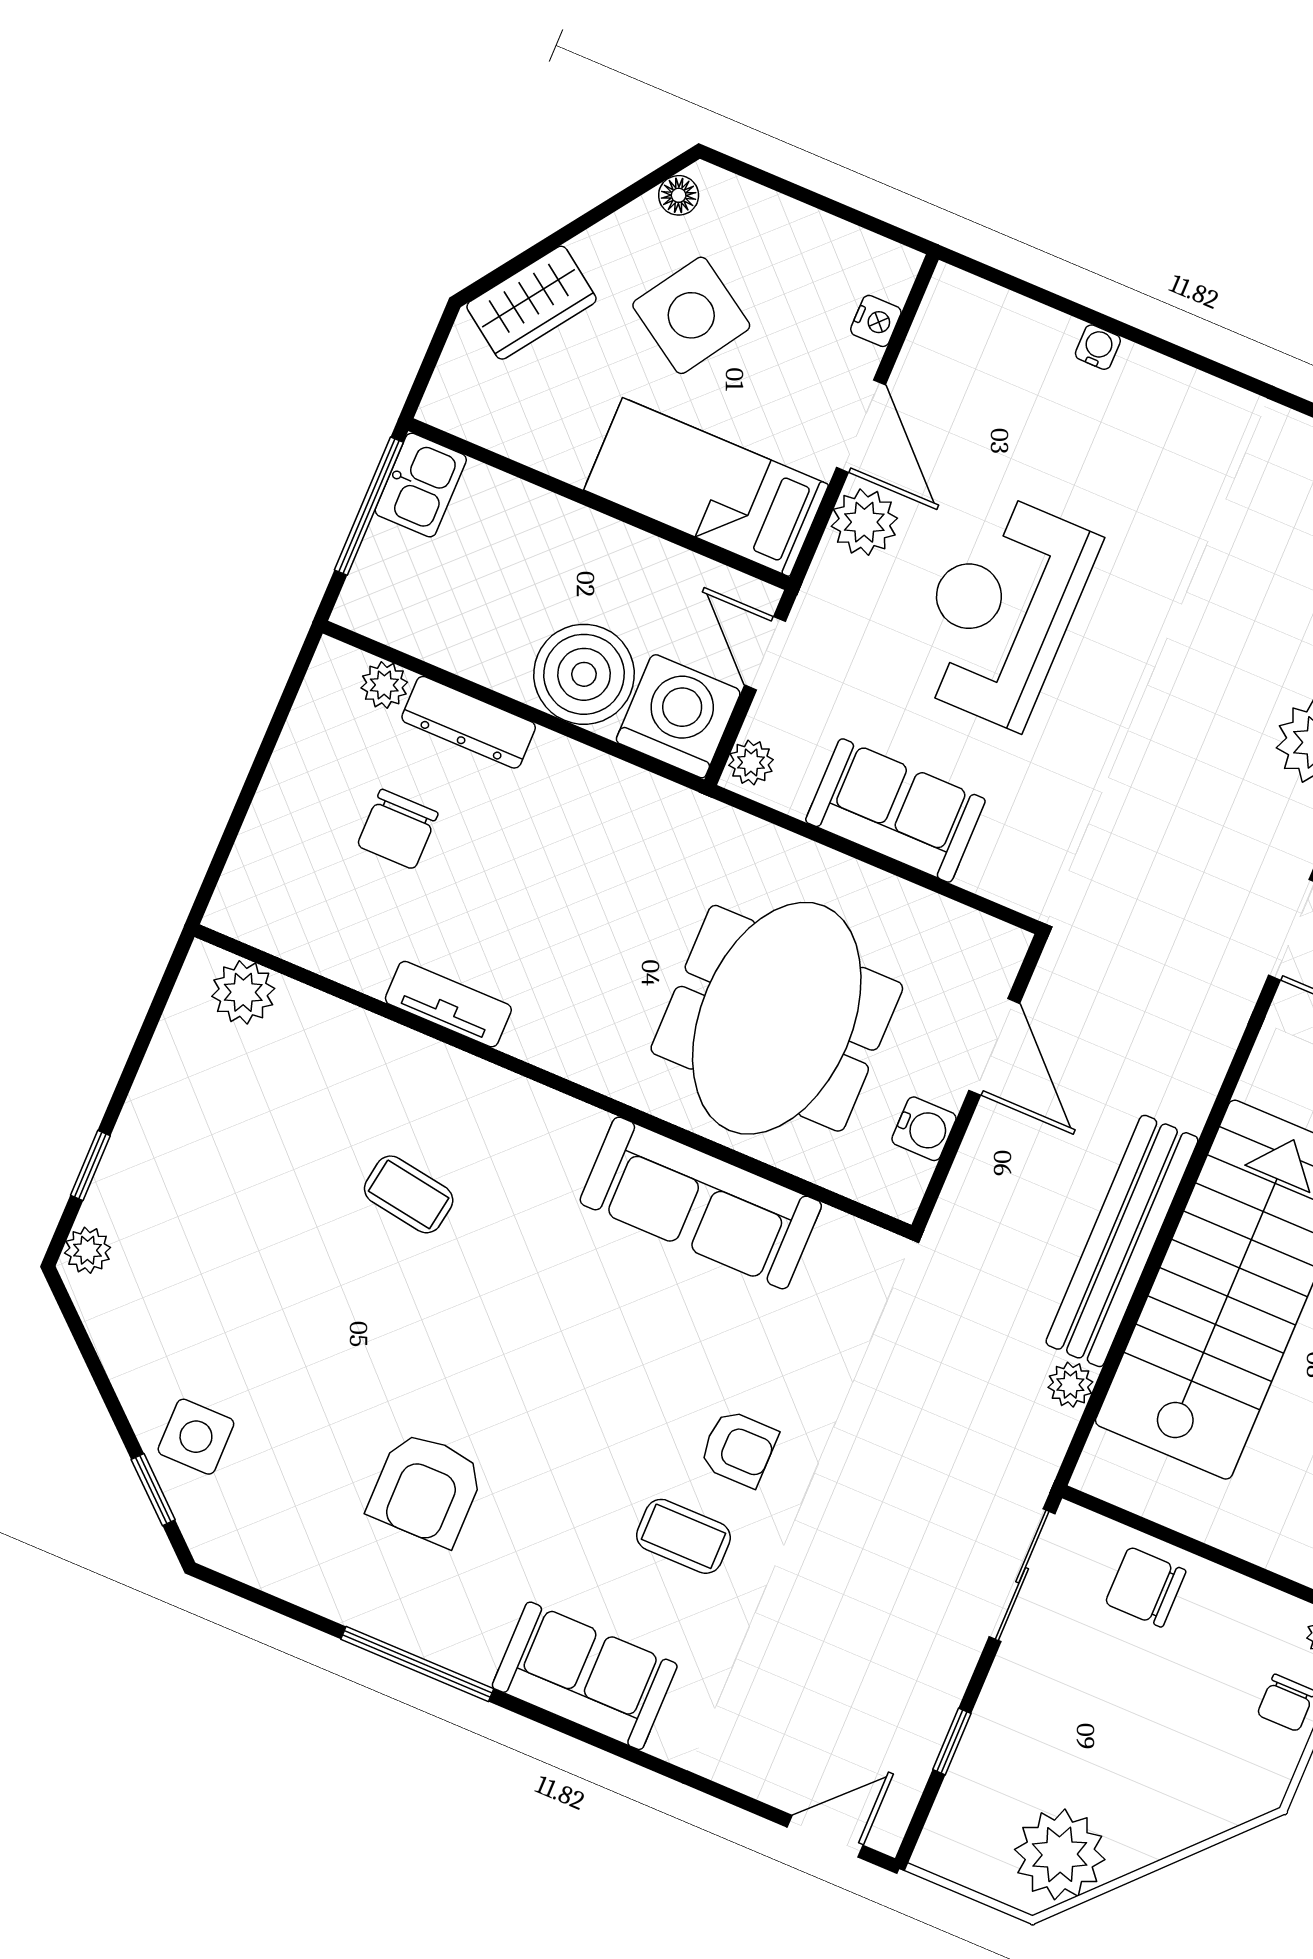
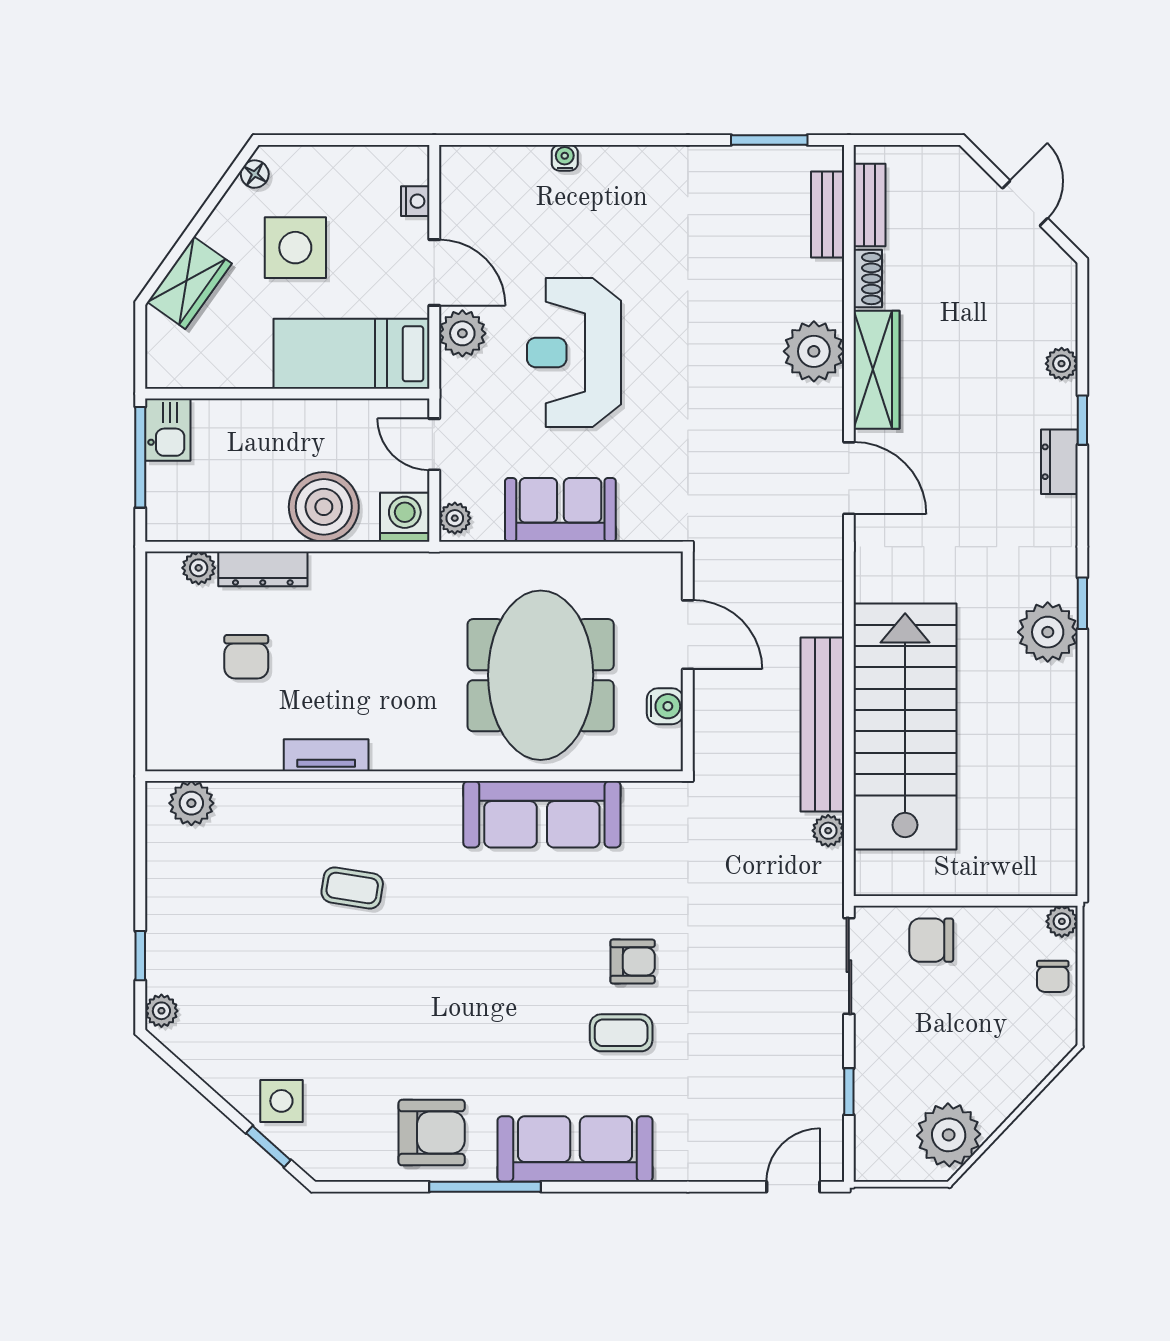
side table: (691, 315) -> (295, 248), turned -33
washing machine: (678, 716) -> (405, 517), width x0.73, depth x0.73
armchair: (426, 1489) -> (432, 1133), moved, turned -90
sofa: (585, 1676) -> (575, 1149), width x1.36

